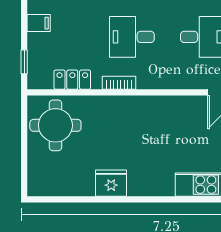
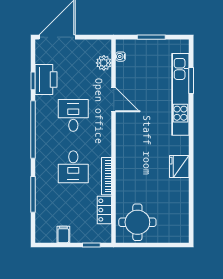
bookcase: (119, 83) -> (106, 176), width x1.56
fridge: (111, 183) -> (179, 166), moved

